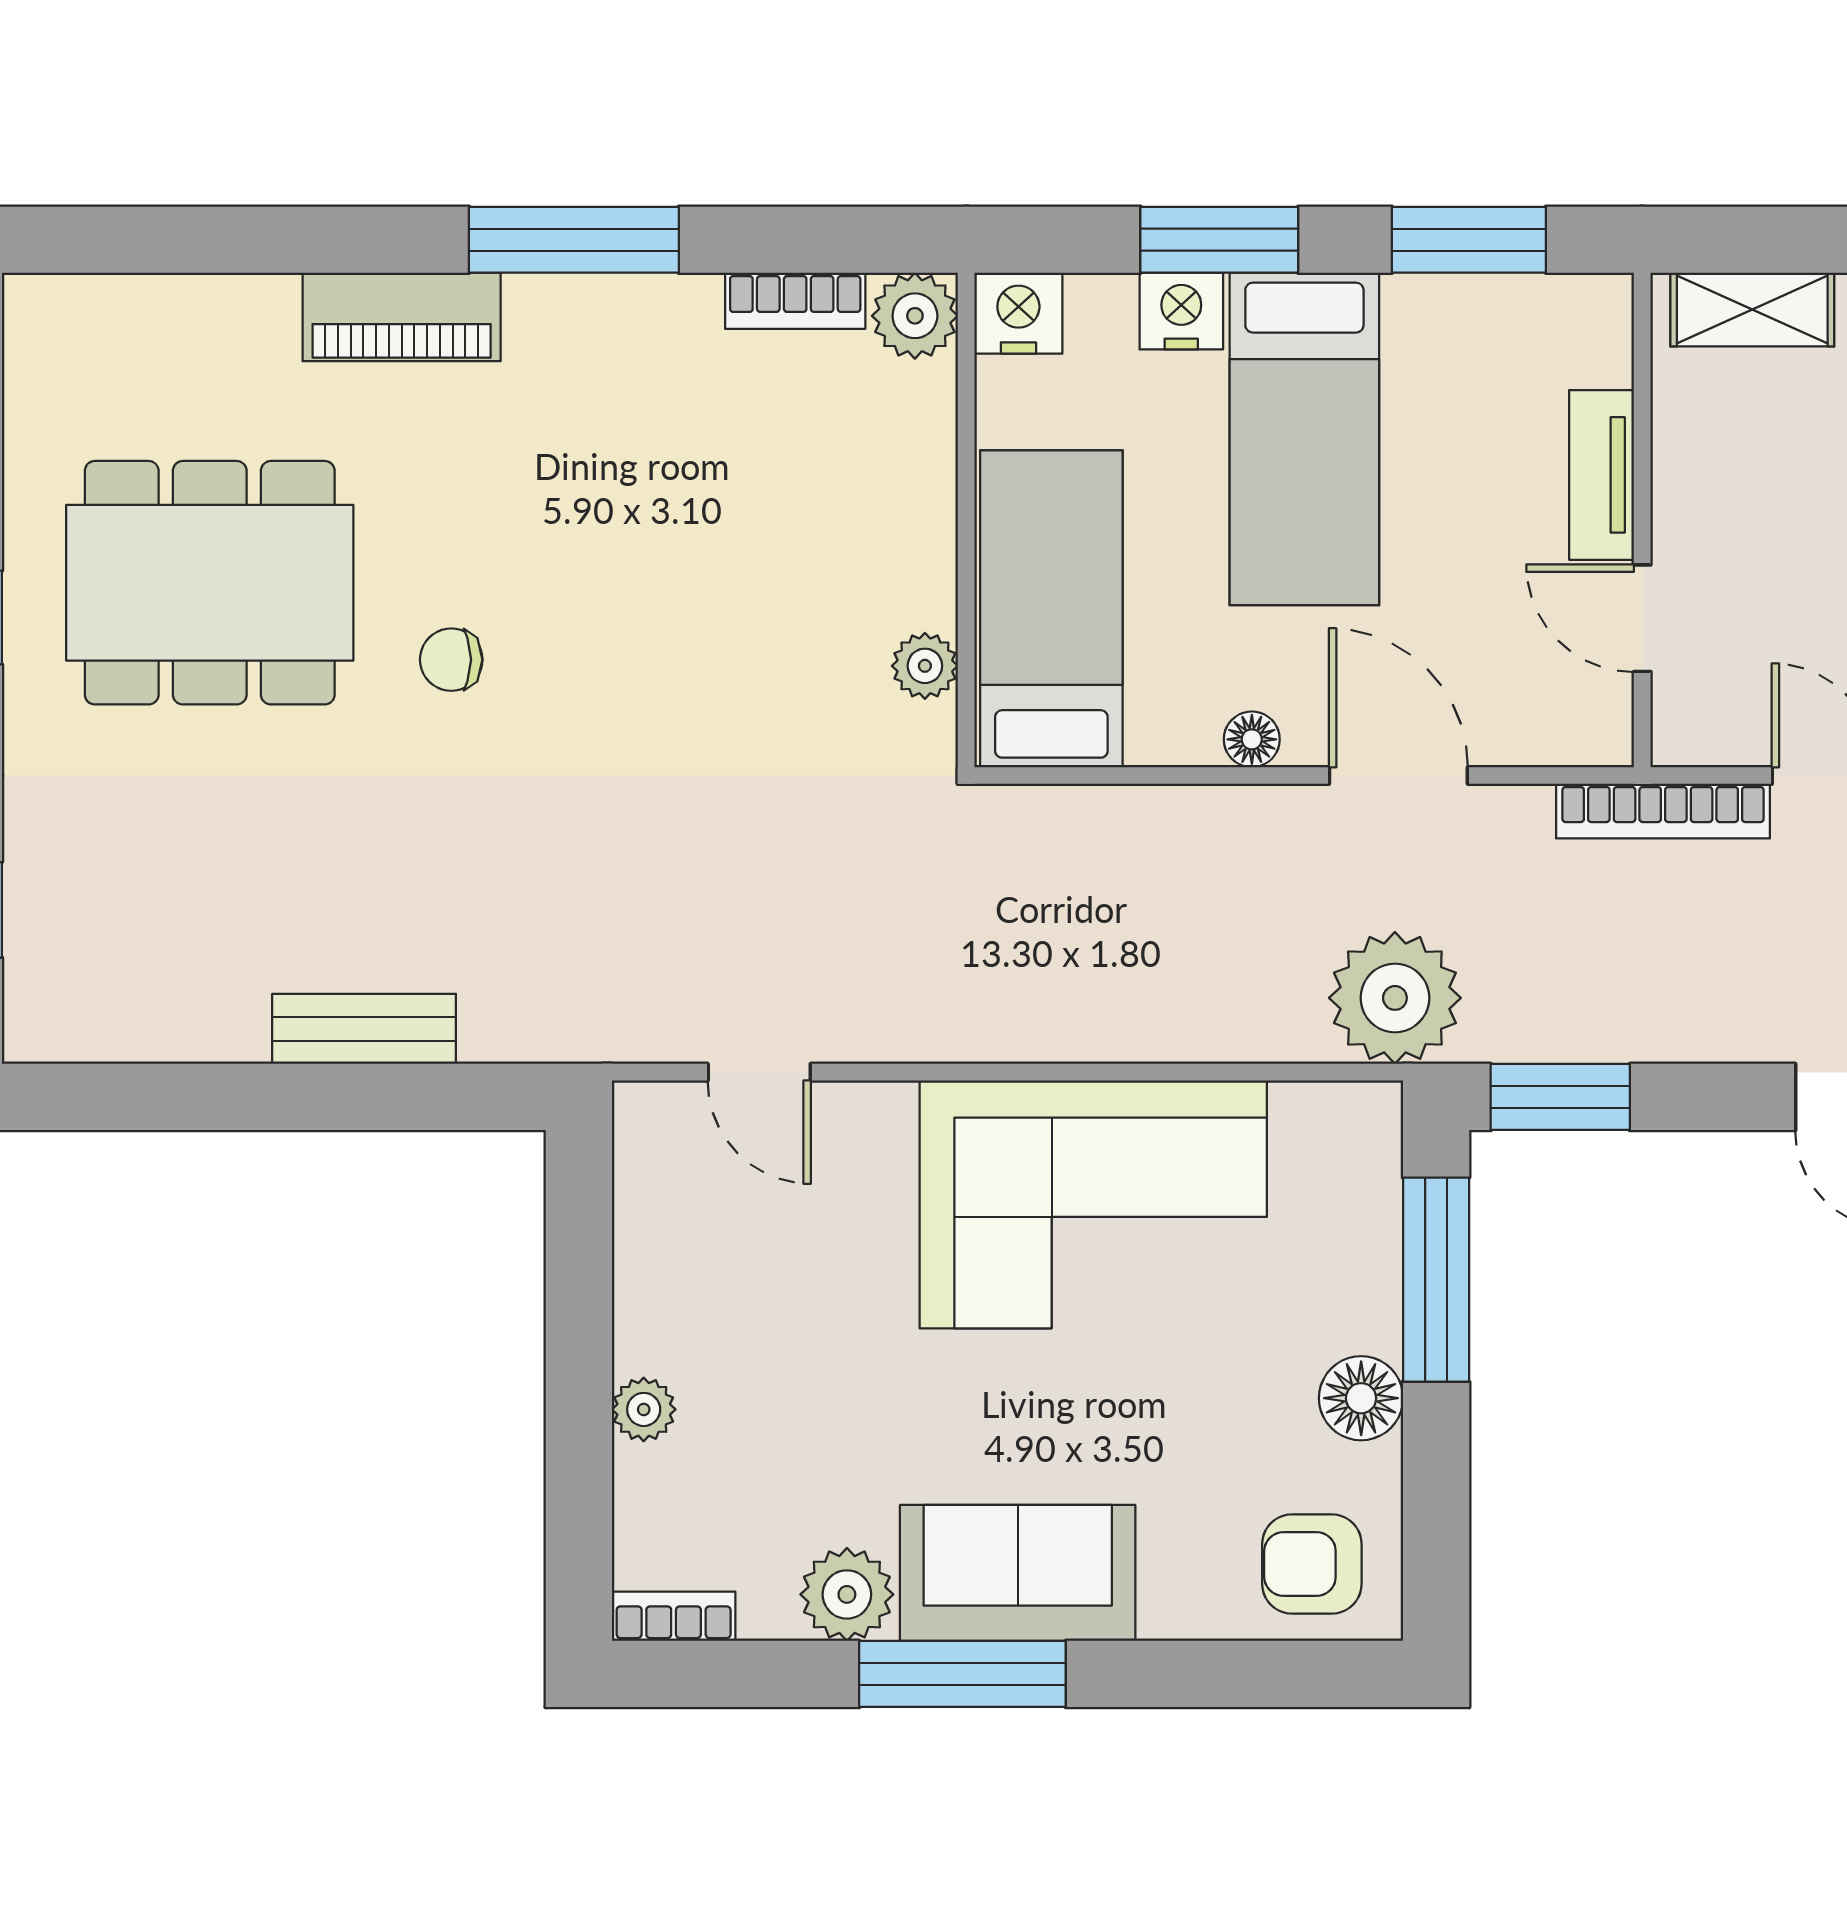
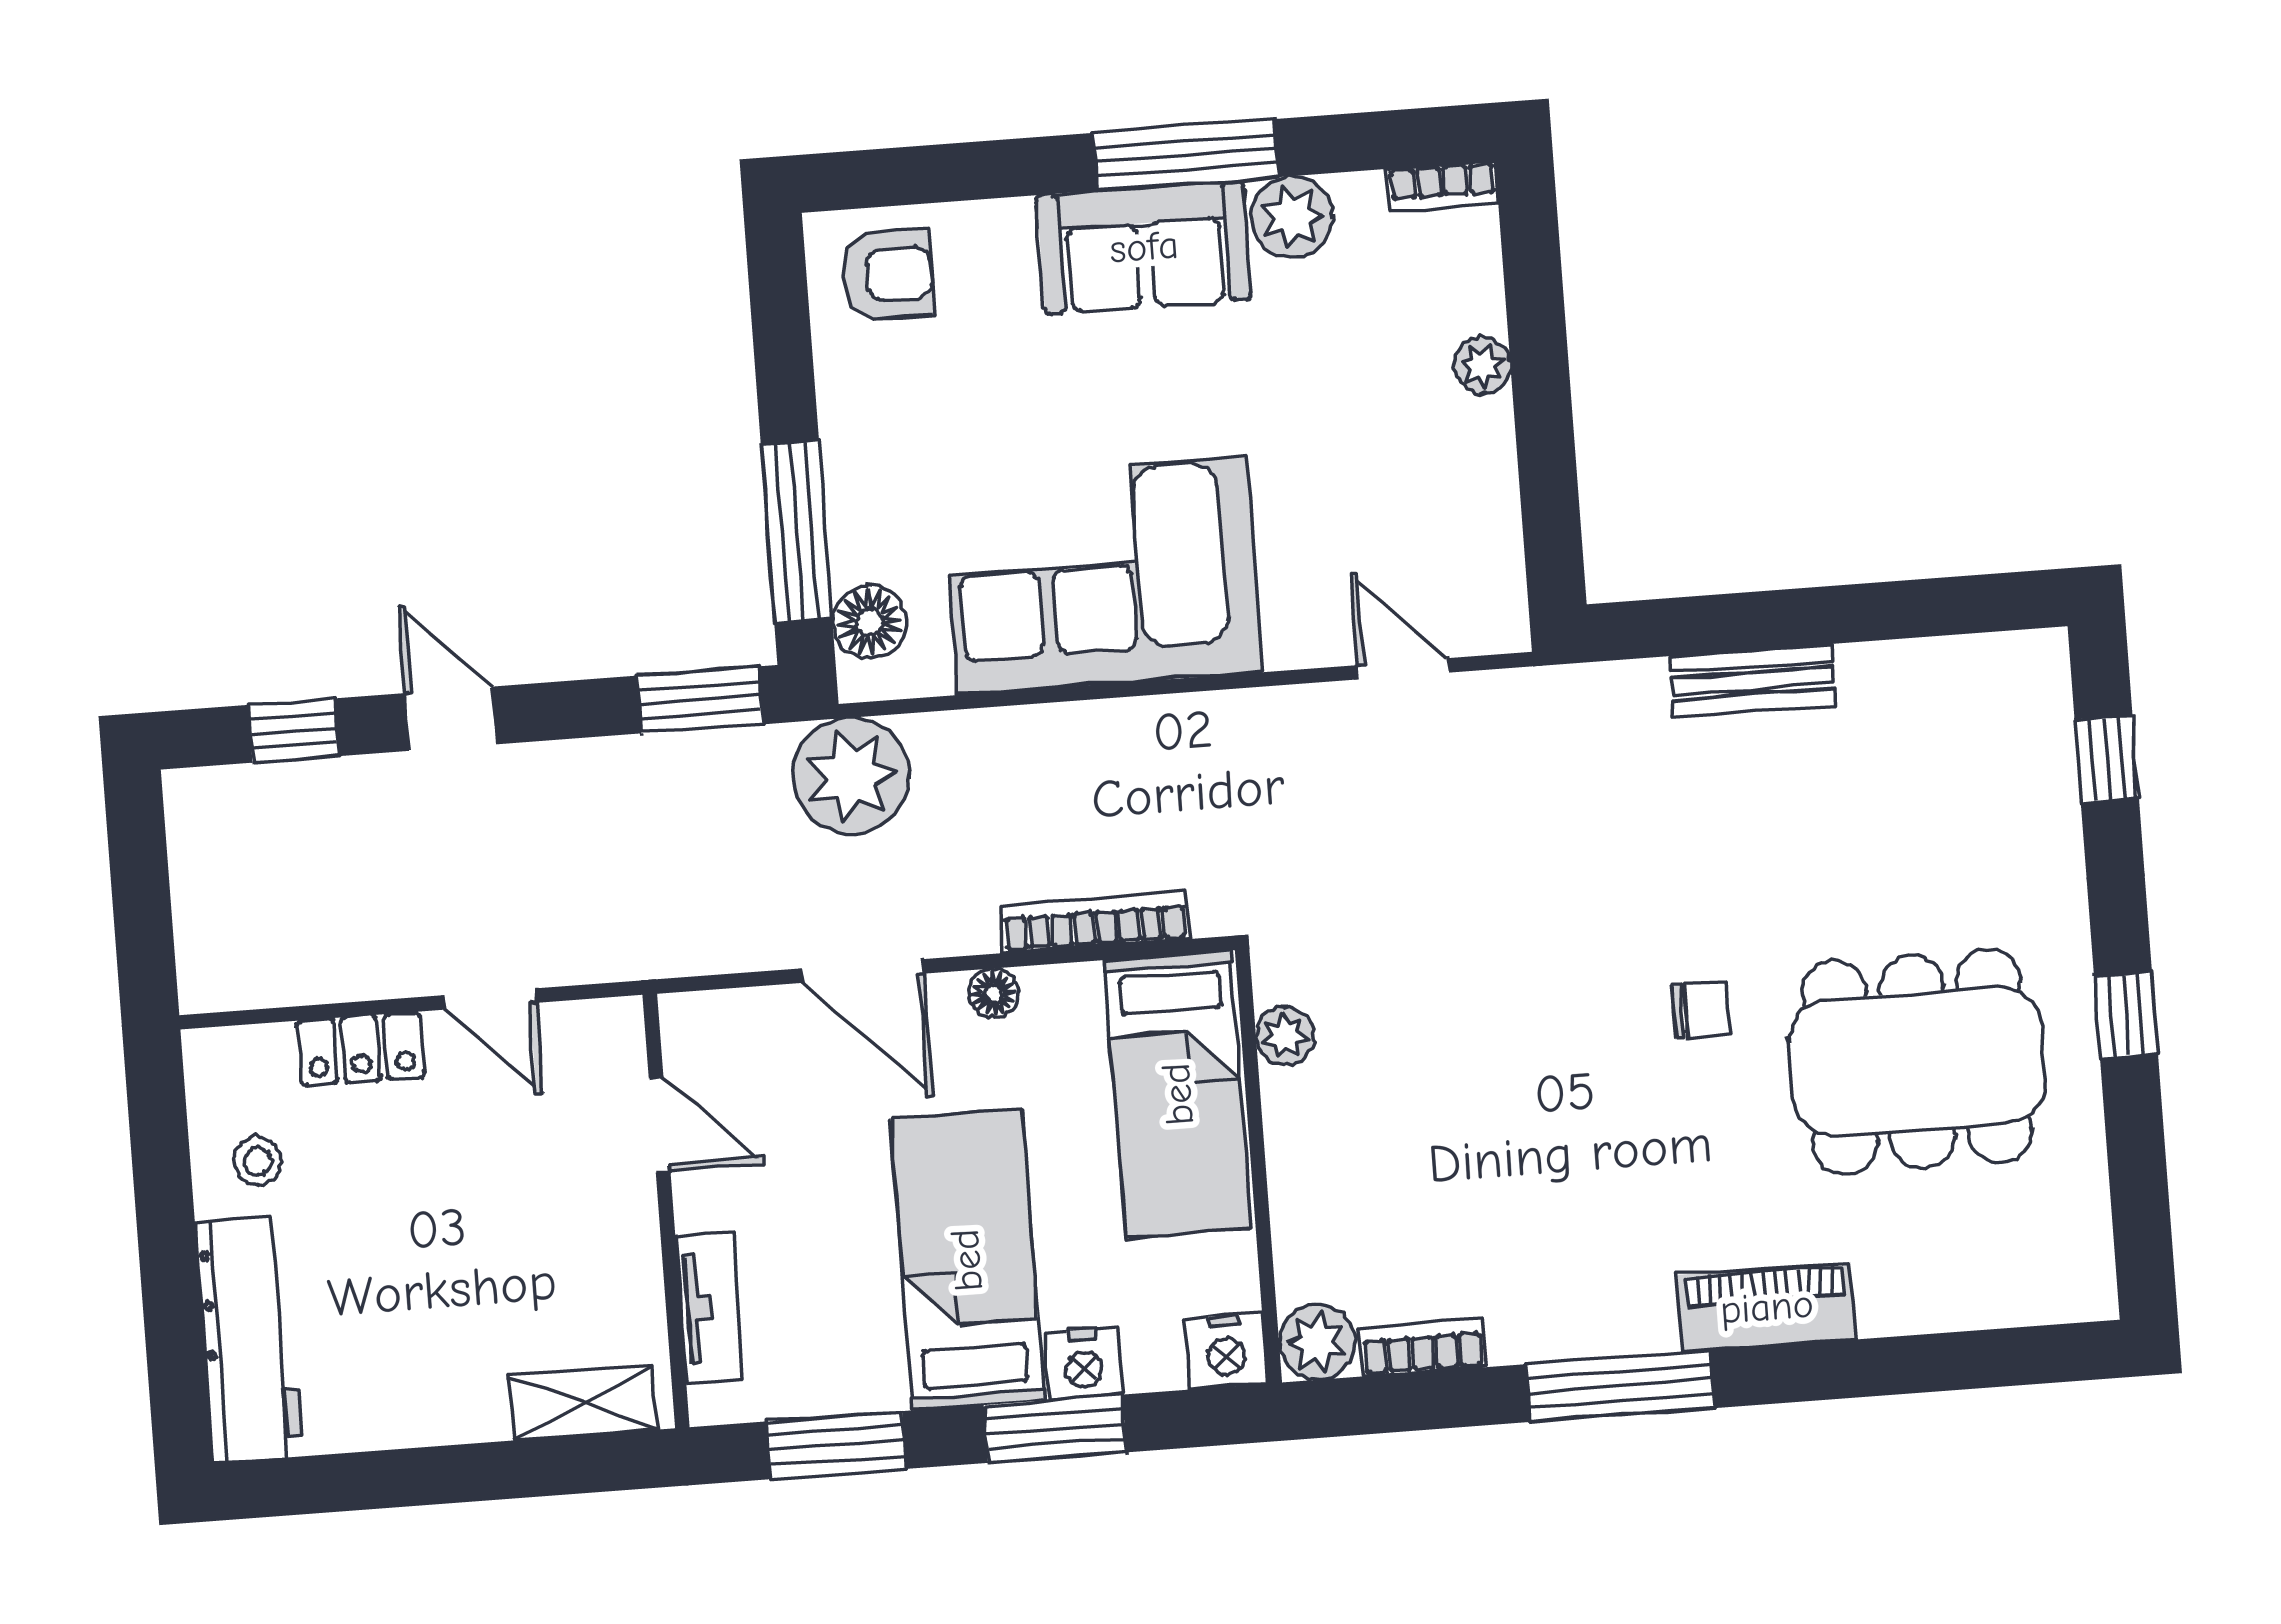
tv unit: (1601, 475) -> (709, 1308), moved
bookcase: (1663, 811) -> (1095, 922), moved
floor lamp: (1361, 1398) -> (870, 622), moved

